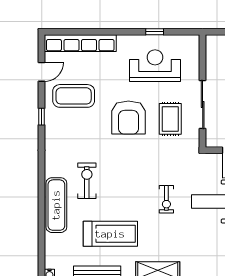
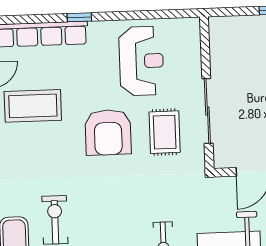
window: (155, 32) -> (79, 17), moved
reception desk: (155, 66) -> (141, 61), turned 90

